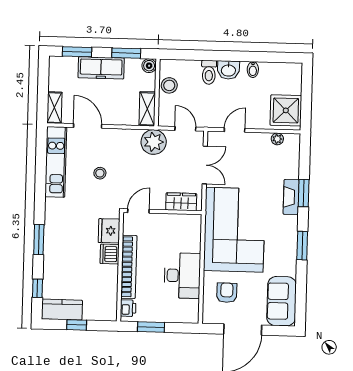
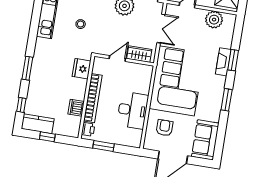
plant: (277, 139) -> (214, 20), width x1.88, depth x1.88
door: (138, 211) -> (117, 59), moved
dishwasher: (110, 254) -> (76, 108), moved

